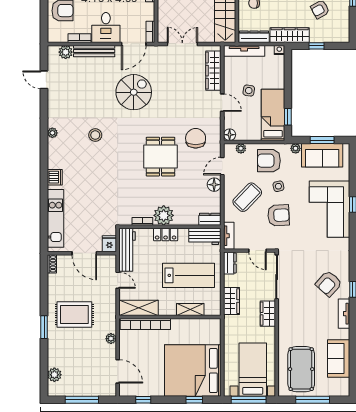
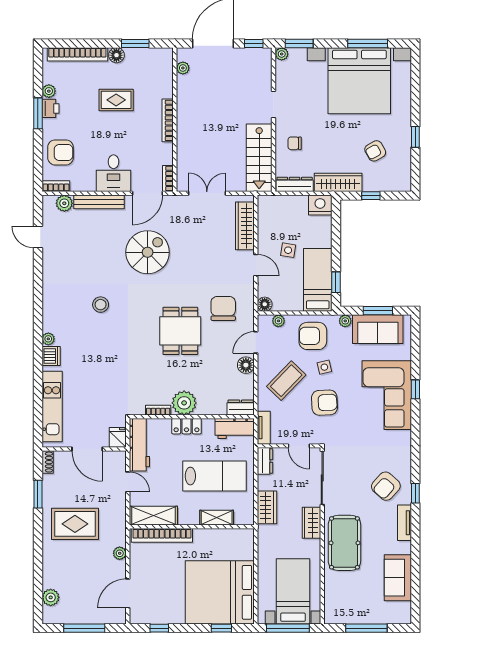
bookcase: (79, 38) -> (56, 186), moved
nightstand: (279, 50) -> (320, 205), width x1.89, depth x1.79
tv unit: (244, 51) -> (282, 202), removed
plant: (52, 133) -> (48, 339), moved
window: (44, 327) -> (38, 494), moved
pool table: (301, 369) -> (344, 543), moved
door: (118, 371) -> (128, 593), swing flipped

